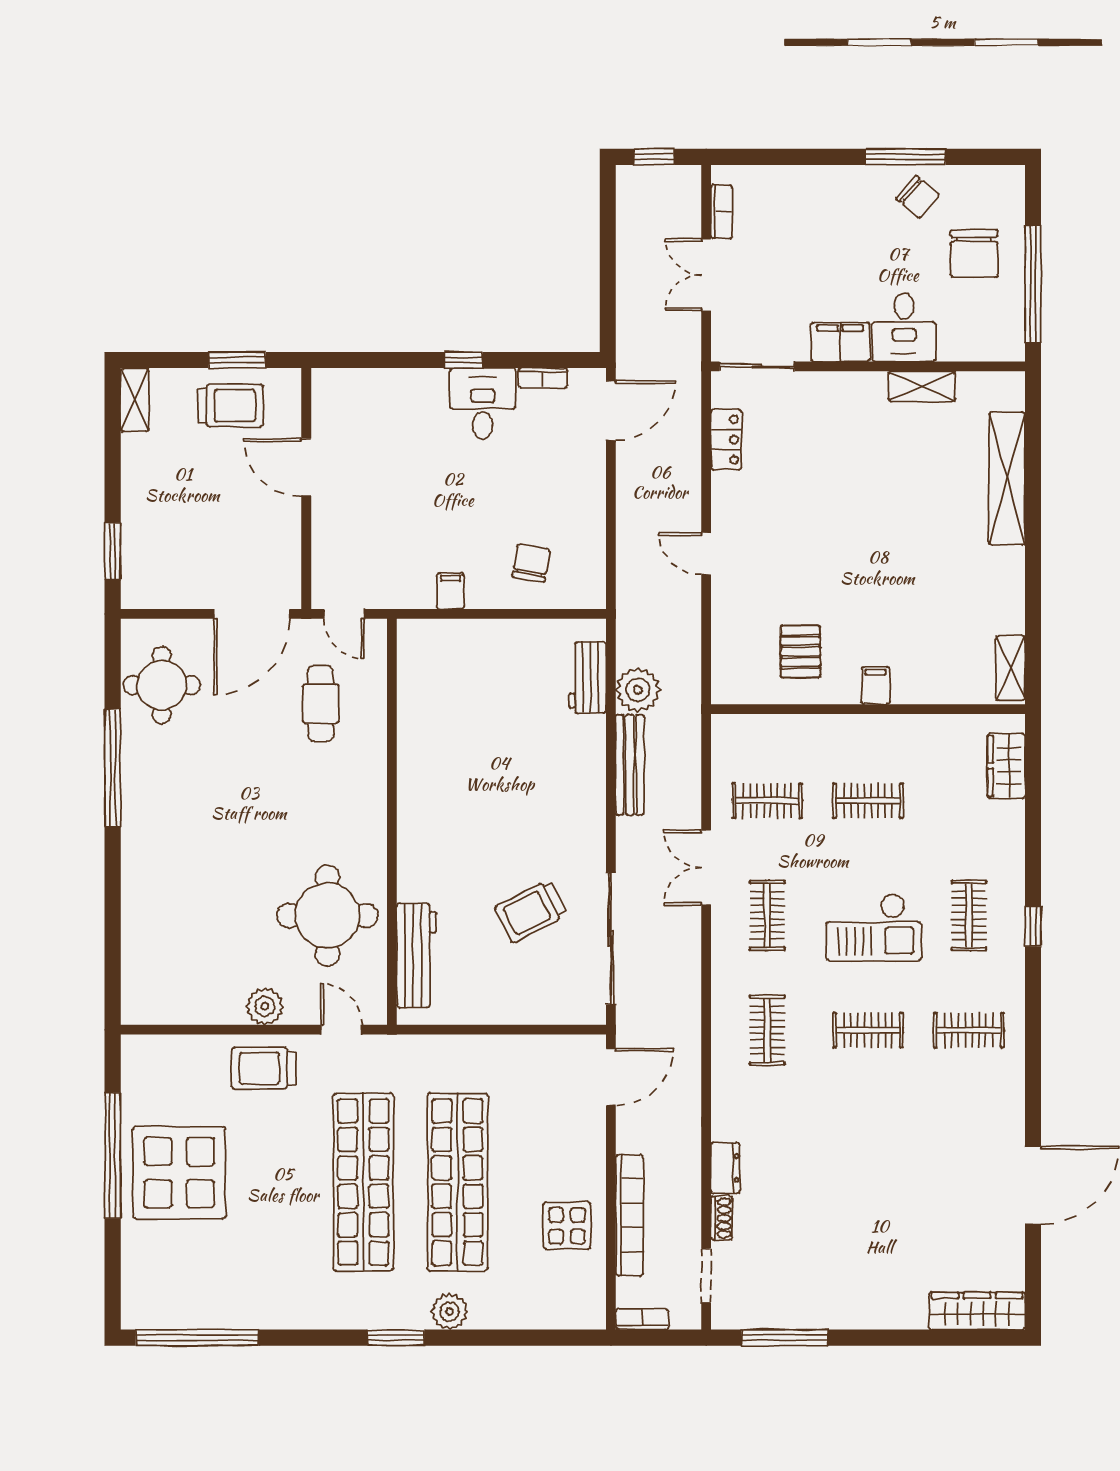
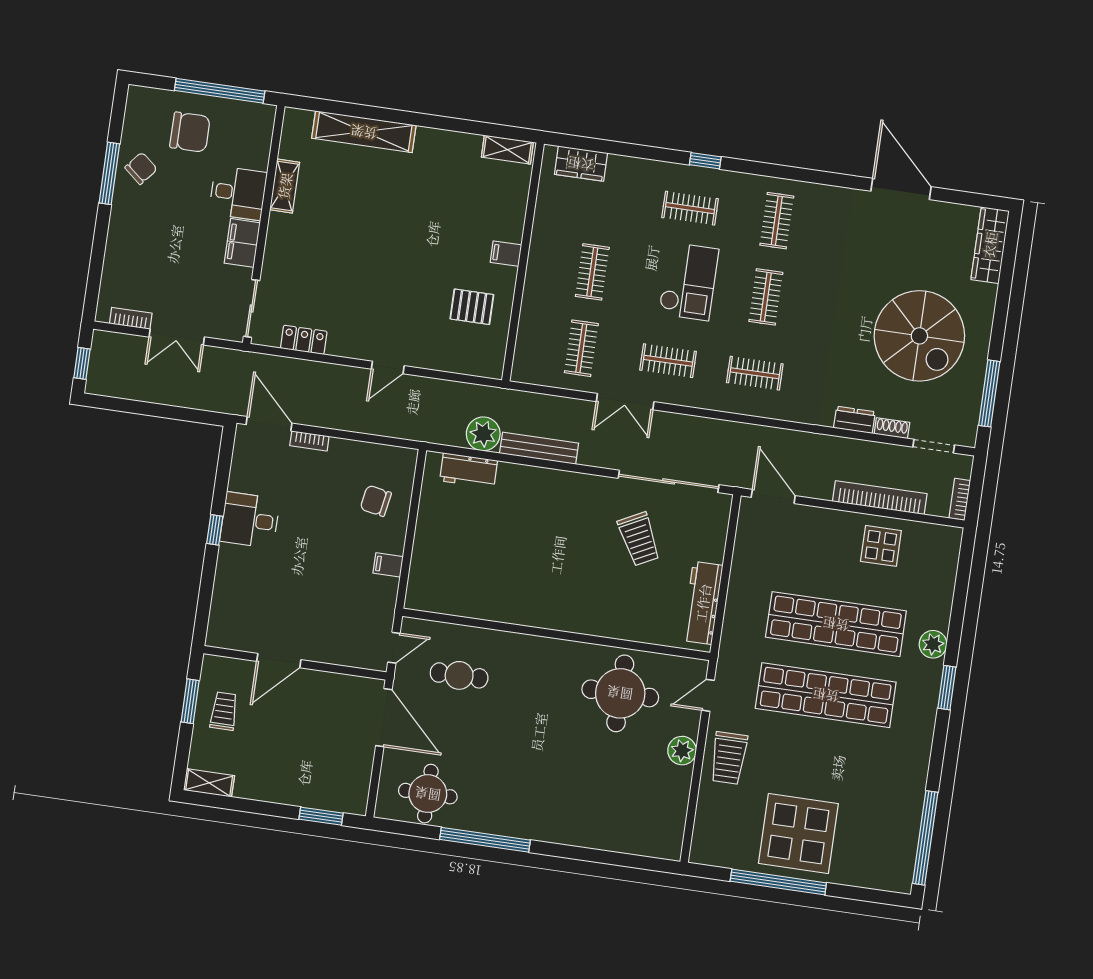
bookcase: (543, 378) -> (309, 441), moved, turned 90
trolley: (230, 406) -> (224, 711), width x0.73, depth x0.72
workbench: (416, 956) -> (703, 603), moved, turned -90
spiral stairs: (846, 1236) -> (919, 336), added

